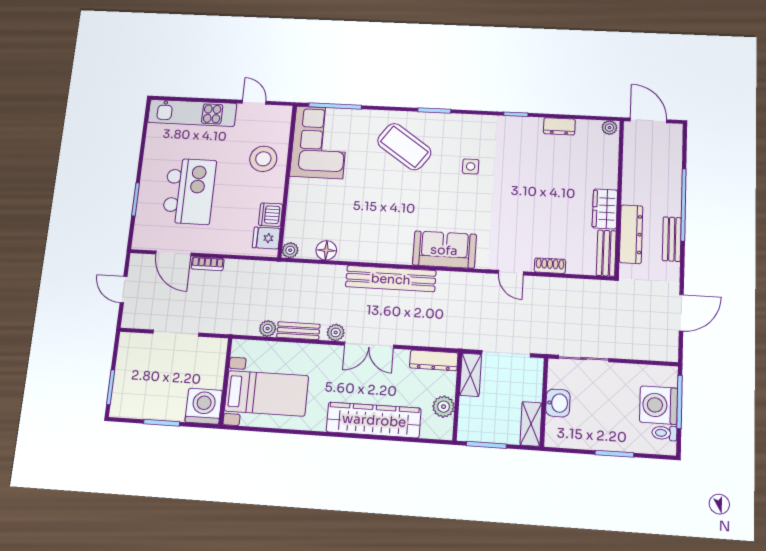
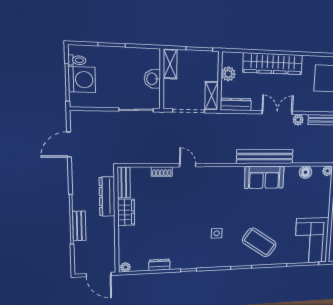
bench: (672, 239) -> (79, 226), moved
sofa: (444, 250) -> (264, 177), moved

